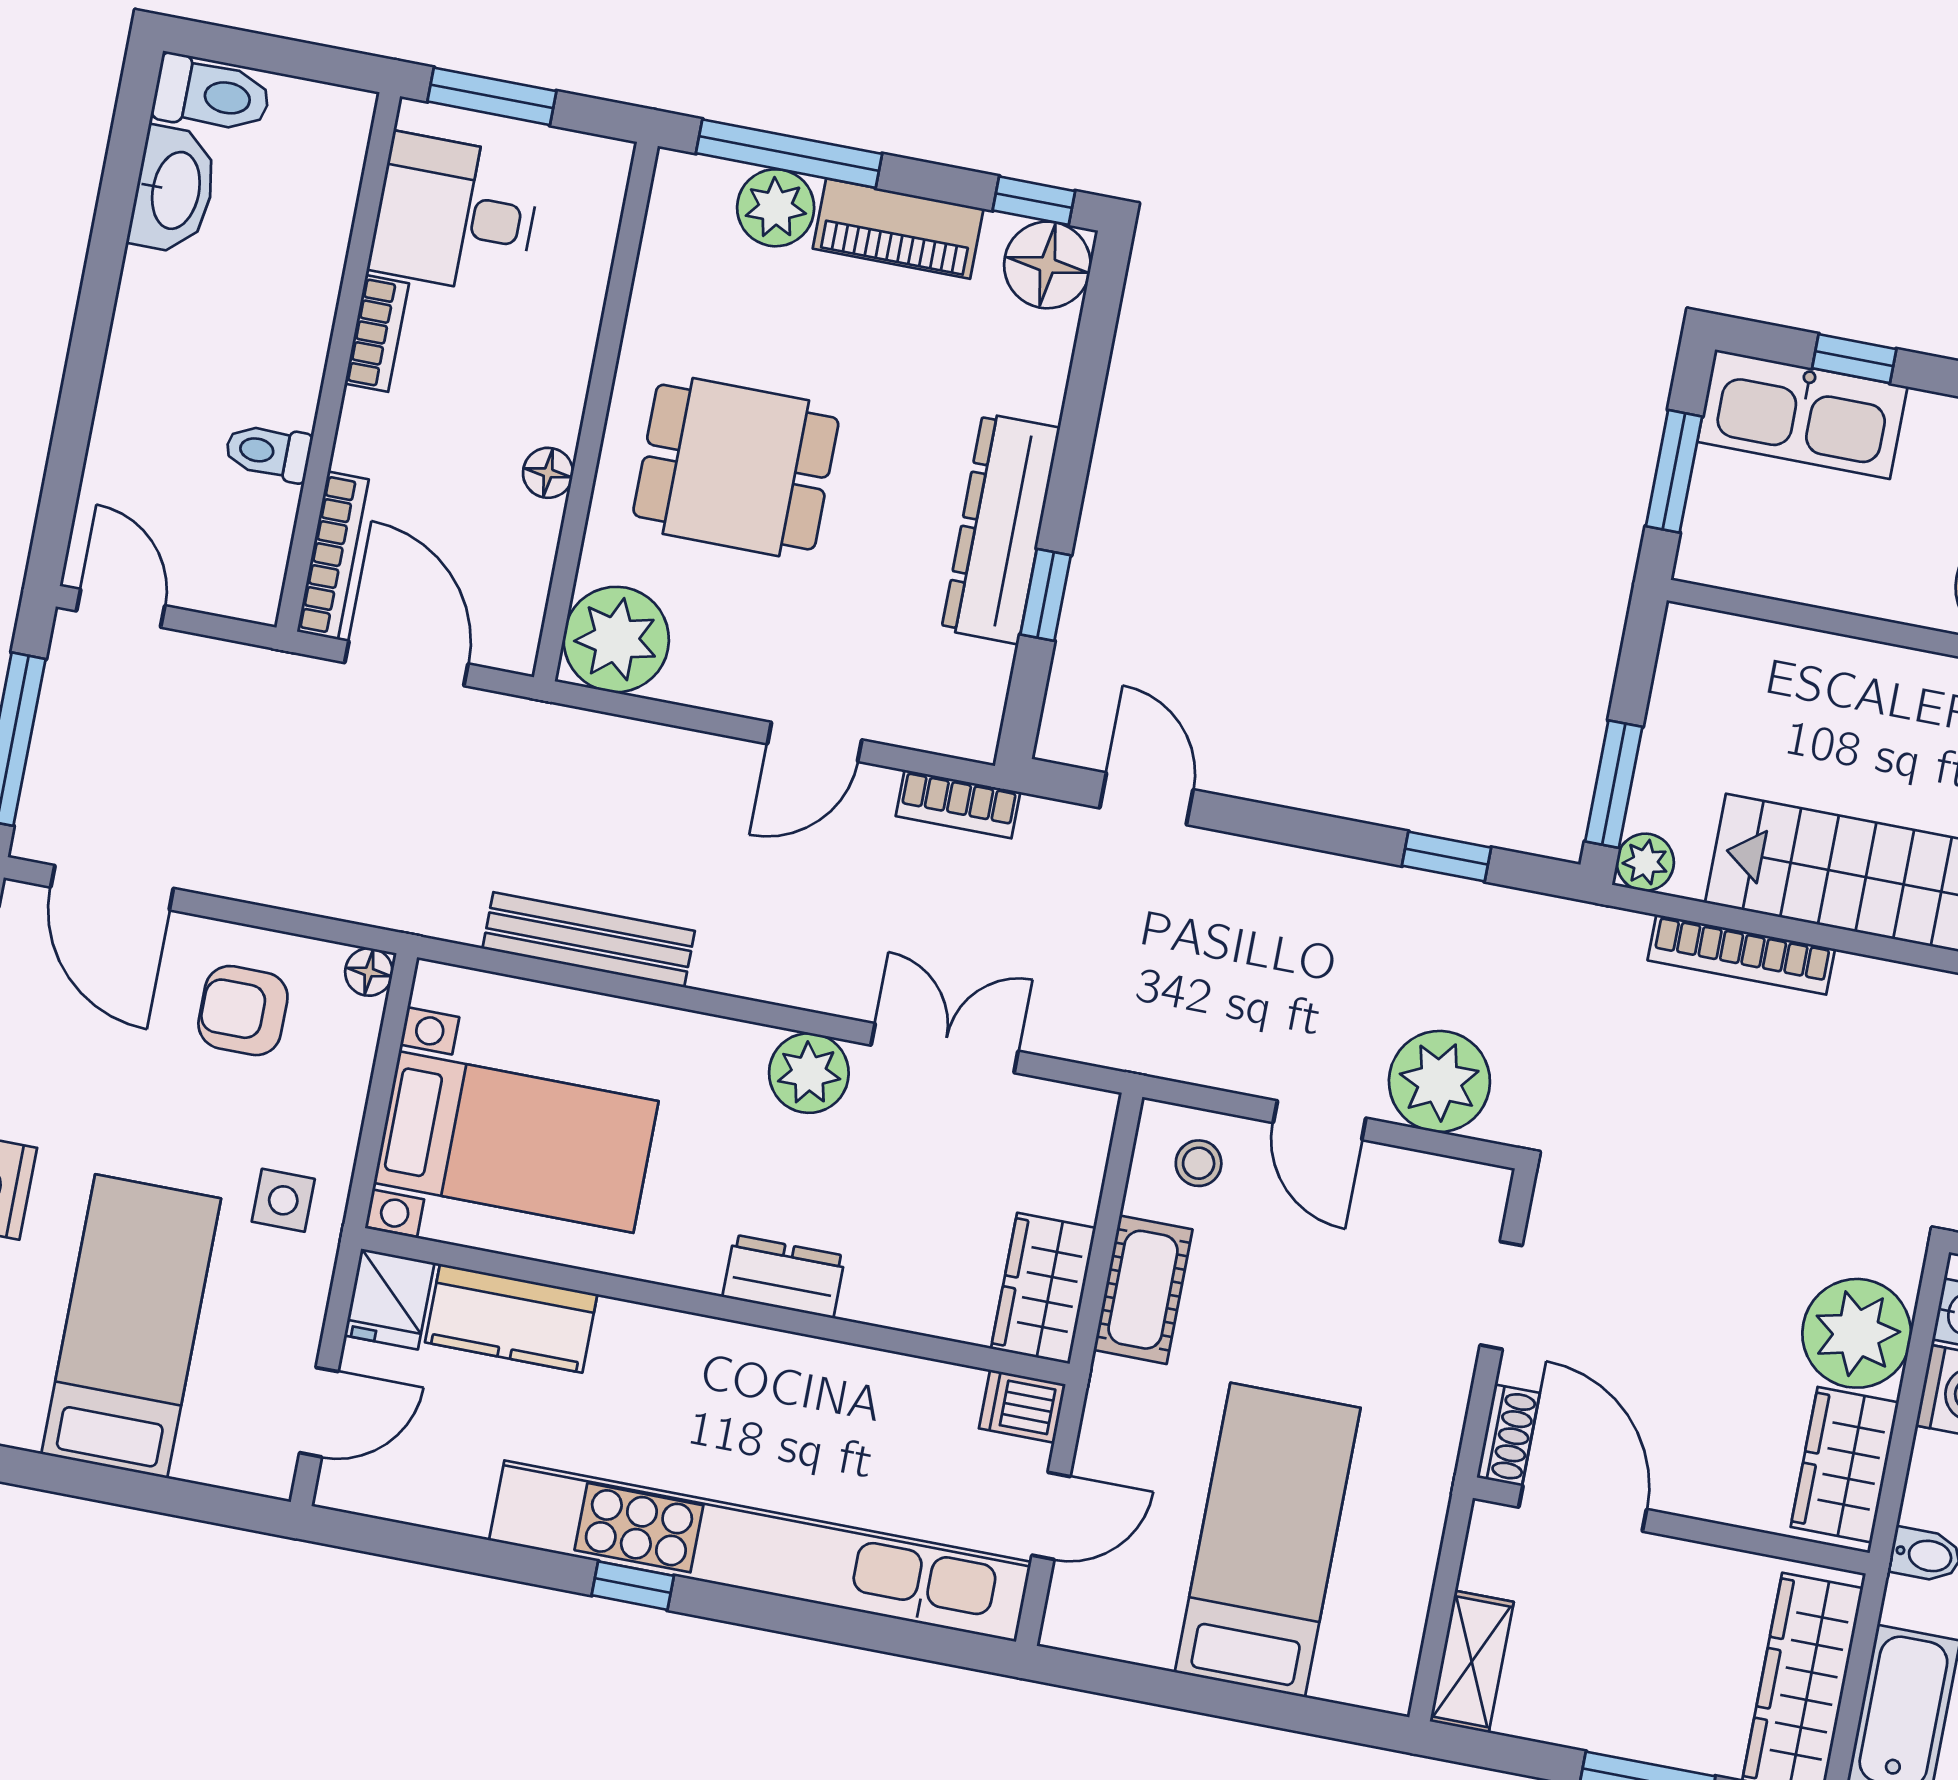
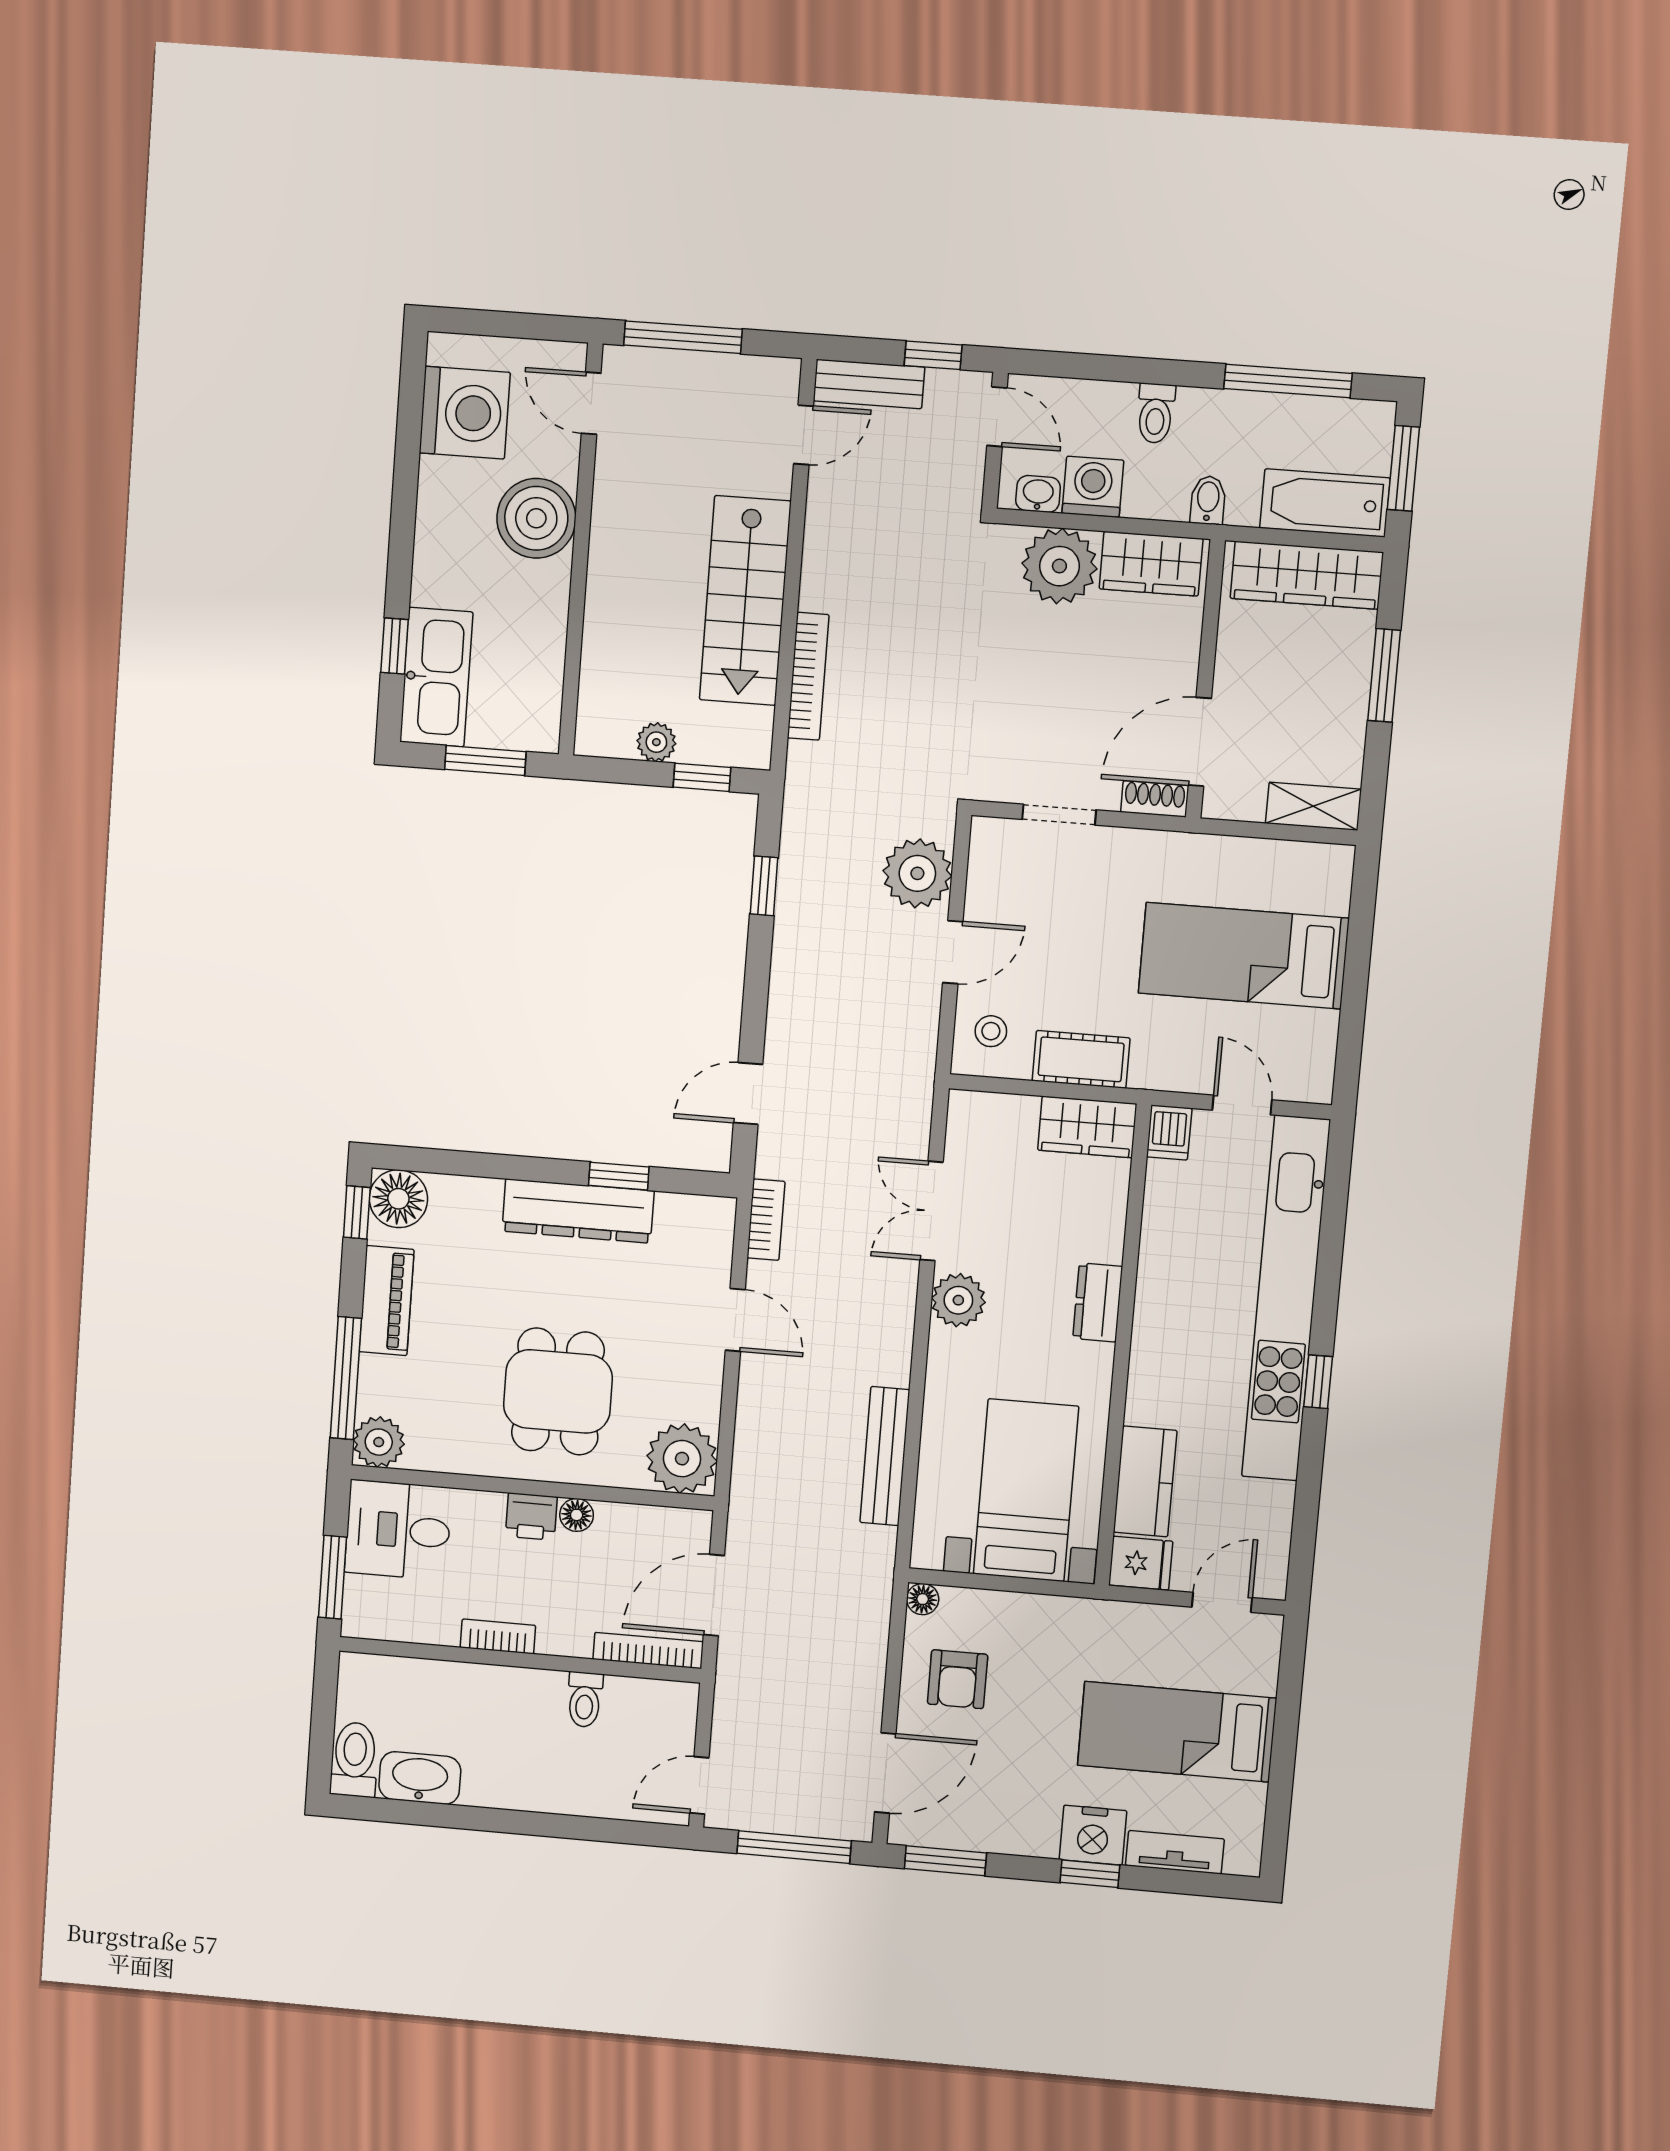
plant: (776, 208) -> (379, 1442), moved
desk: (455, 214) -> (398, 1530), moved, turned 90
printer: (553, 405) -> (531, 1517), added
window: (1614, 784) -> (702, 777), width x0.67
plant: (1645, 862) -> (656, 742), moved
side table: (283, 1200) -> (1082, 1640), removed
door: (319, 1412) -> (1222, 1602), hinge flipped

